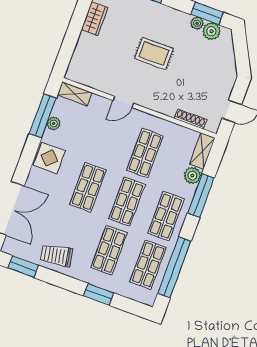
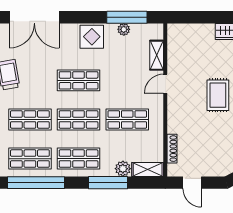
shelving: (75, 94) -> (157, 55), moved
door: (123, 102) -> (165, 84), hinge flipped

